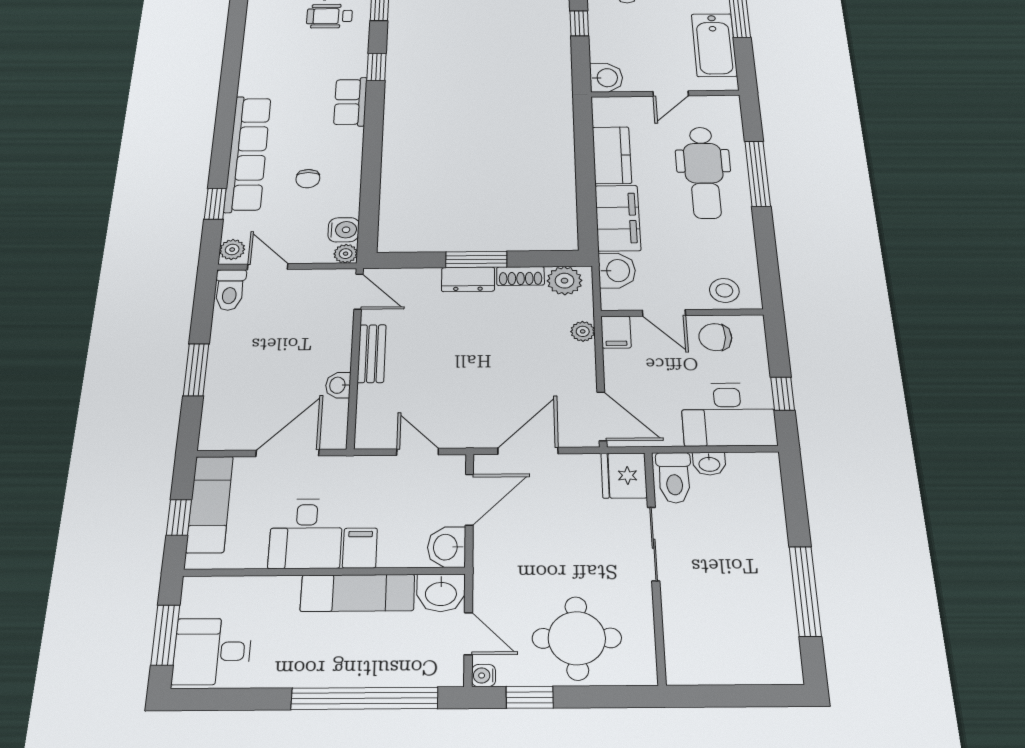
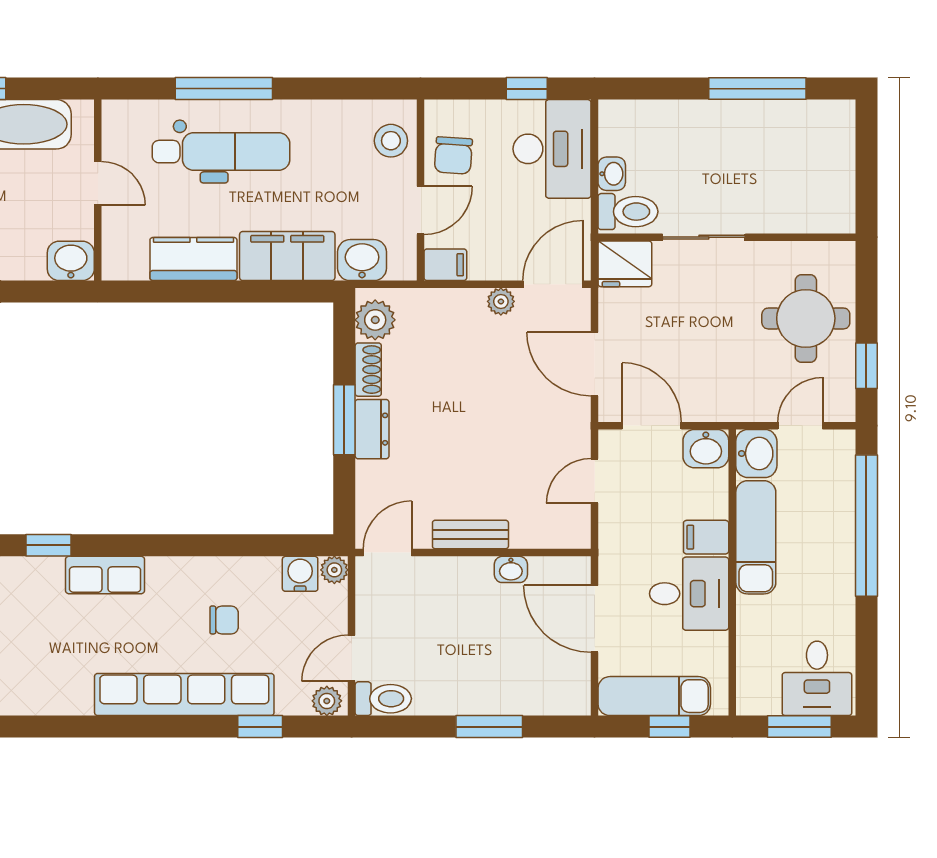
plant: (583, 331) -> (501, 301), moved
water cooler: (483, 675) -> (844, 410), removed

